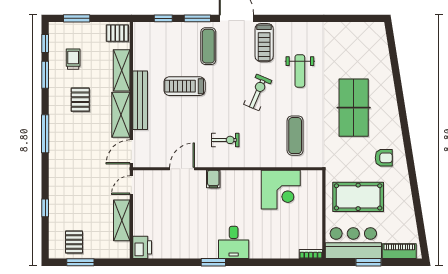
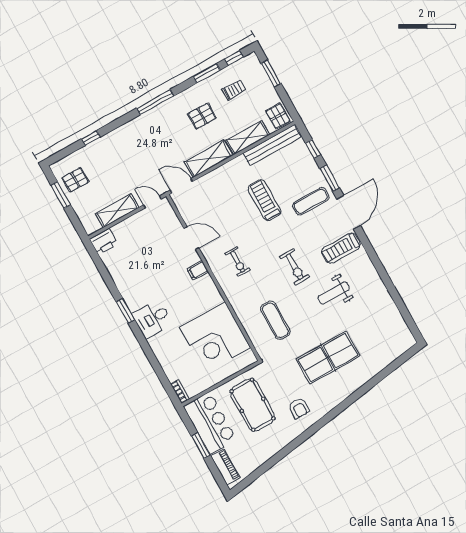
exercise bike: (258, 92) -> (295, 267), turned 67
bench: (140, 100) -> (272, 145), moved
exercise mat: (295, 136) -> (275, 320), turned 90
corner desk: (281, 190) -> (215, 337), width x1.36, depth x1.36

